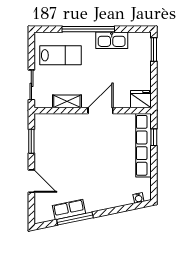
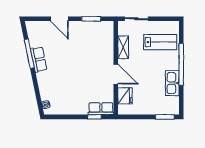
lab bench: (61, 55) -> (160, 42), turned -90
fridge: (141, 99) -> (125, 96), moved
row of seats: (144, 145) -> (101, 109), width x0.50
door: (31, 181) -> (59, 19), hinge flipped
row of seats: (69, 210) -> (39, 59), moved

